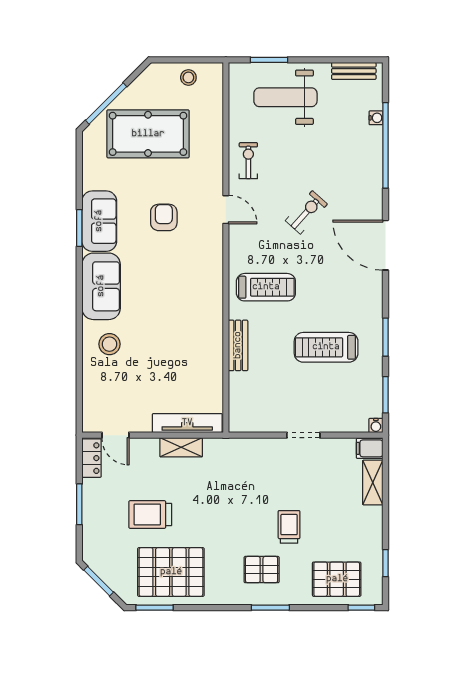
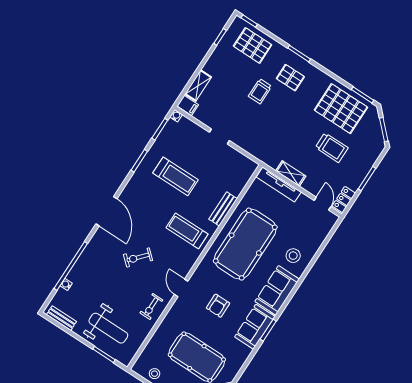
pool table: (180, 319) -> (245, 244), added

